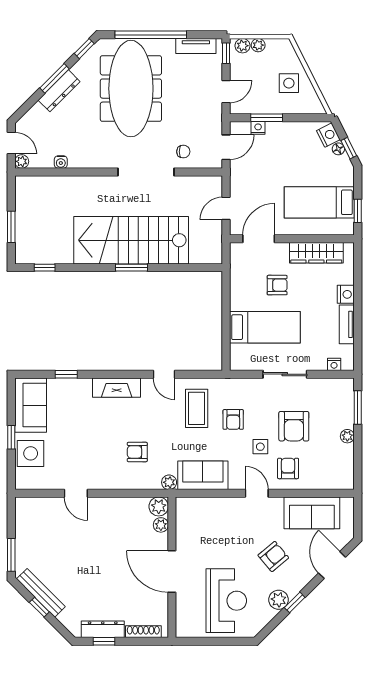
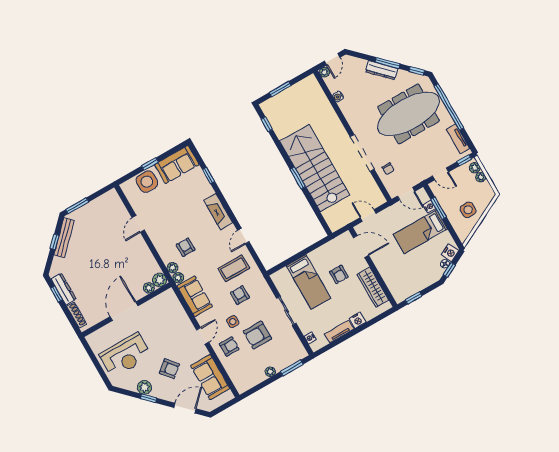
bed: (319, 202) -> (420, 232), moved, turned -90
armchair: (233, 419) -> (240, 295), turned 90
plant: (153, 482) -> (172, 268), added

